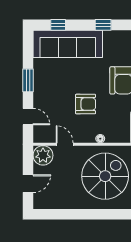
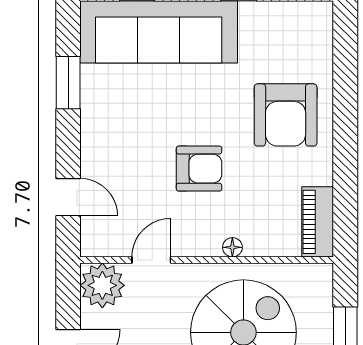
window: (28, 80) -> (68, 83), moved
door: (65, 144) -> (151, 260), hinge flipped

